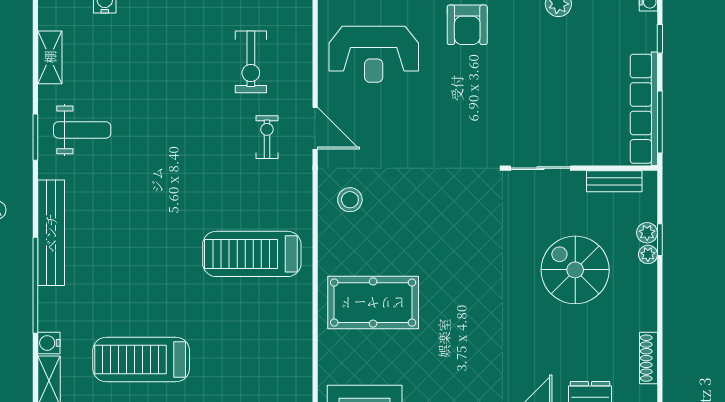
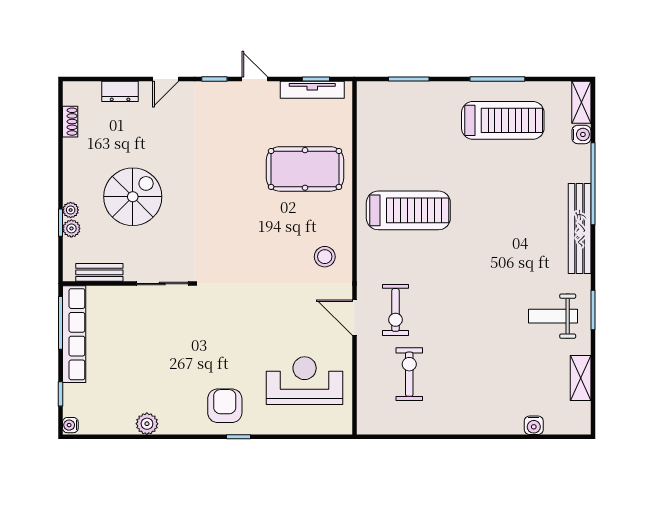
exercise bike: (267, 137) -> (395, 310), width x1.38, depth x1.39
spiral stairs: (575, 270) -> (133, 197), turned -90
shoe rack: (649, 358) -> (70, 122), width x0.70

